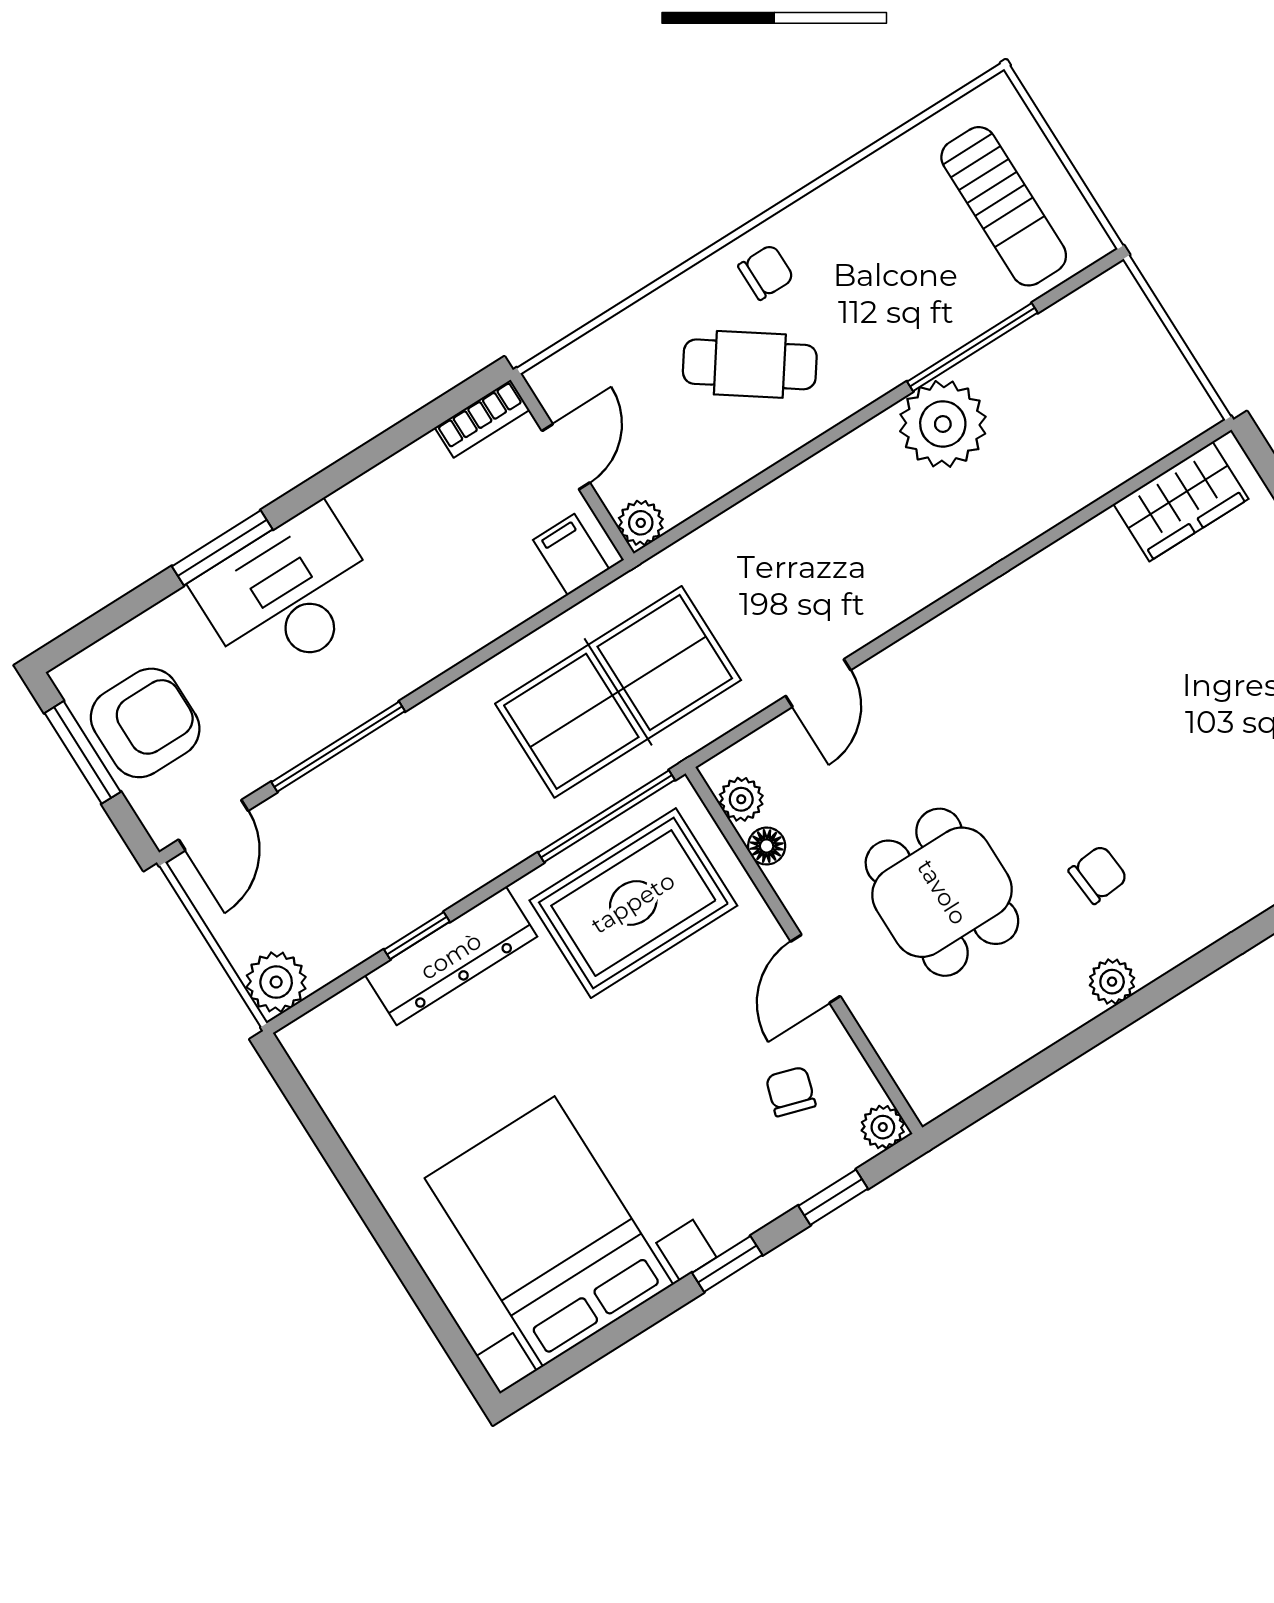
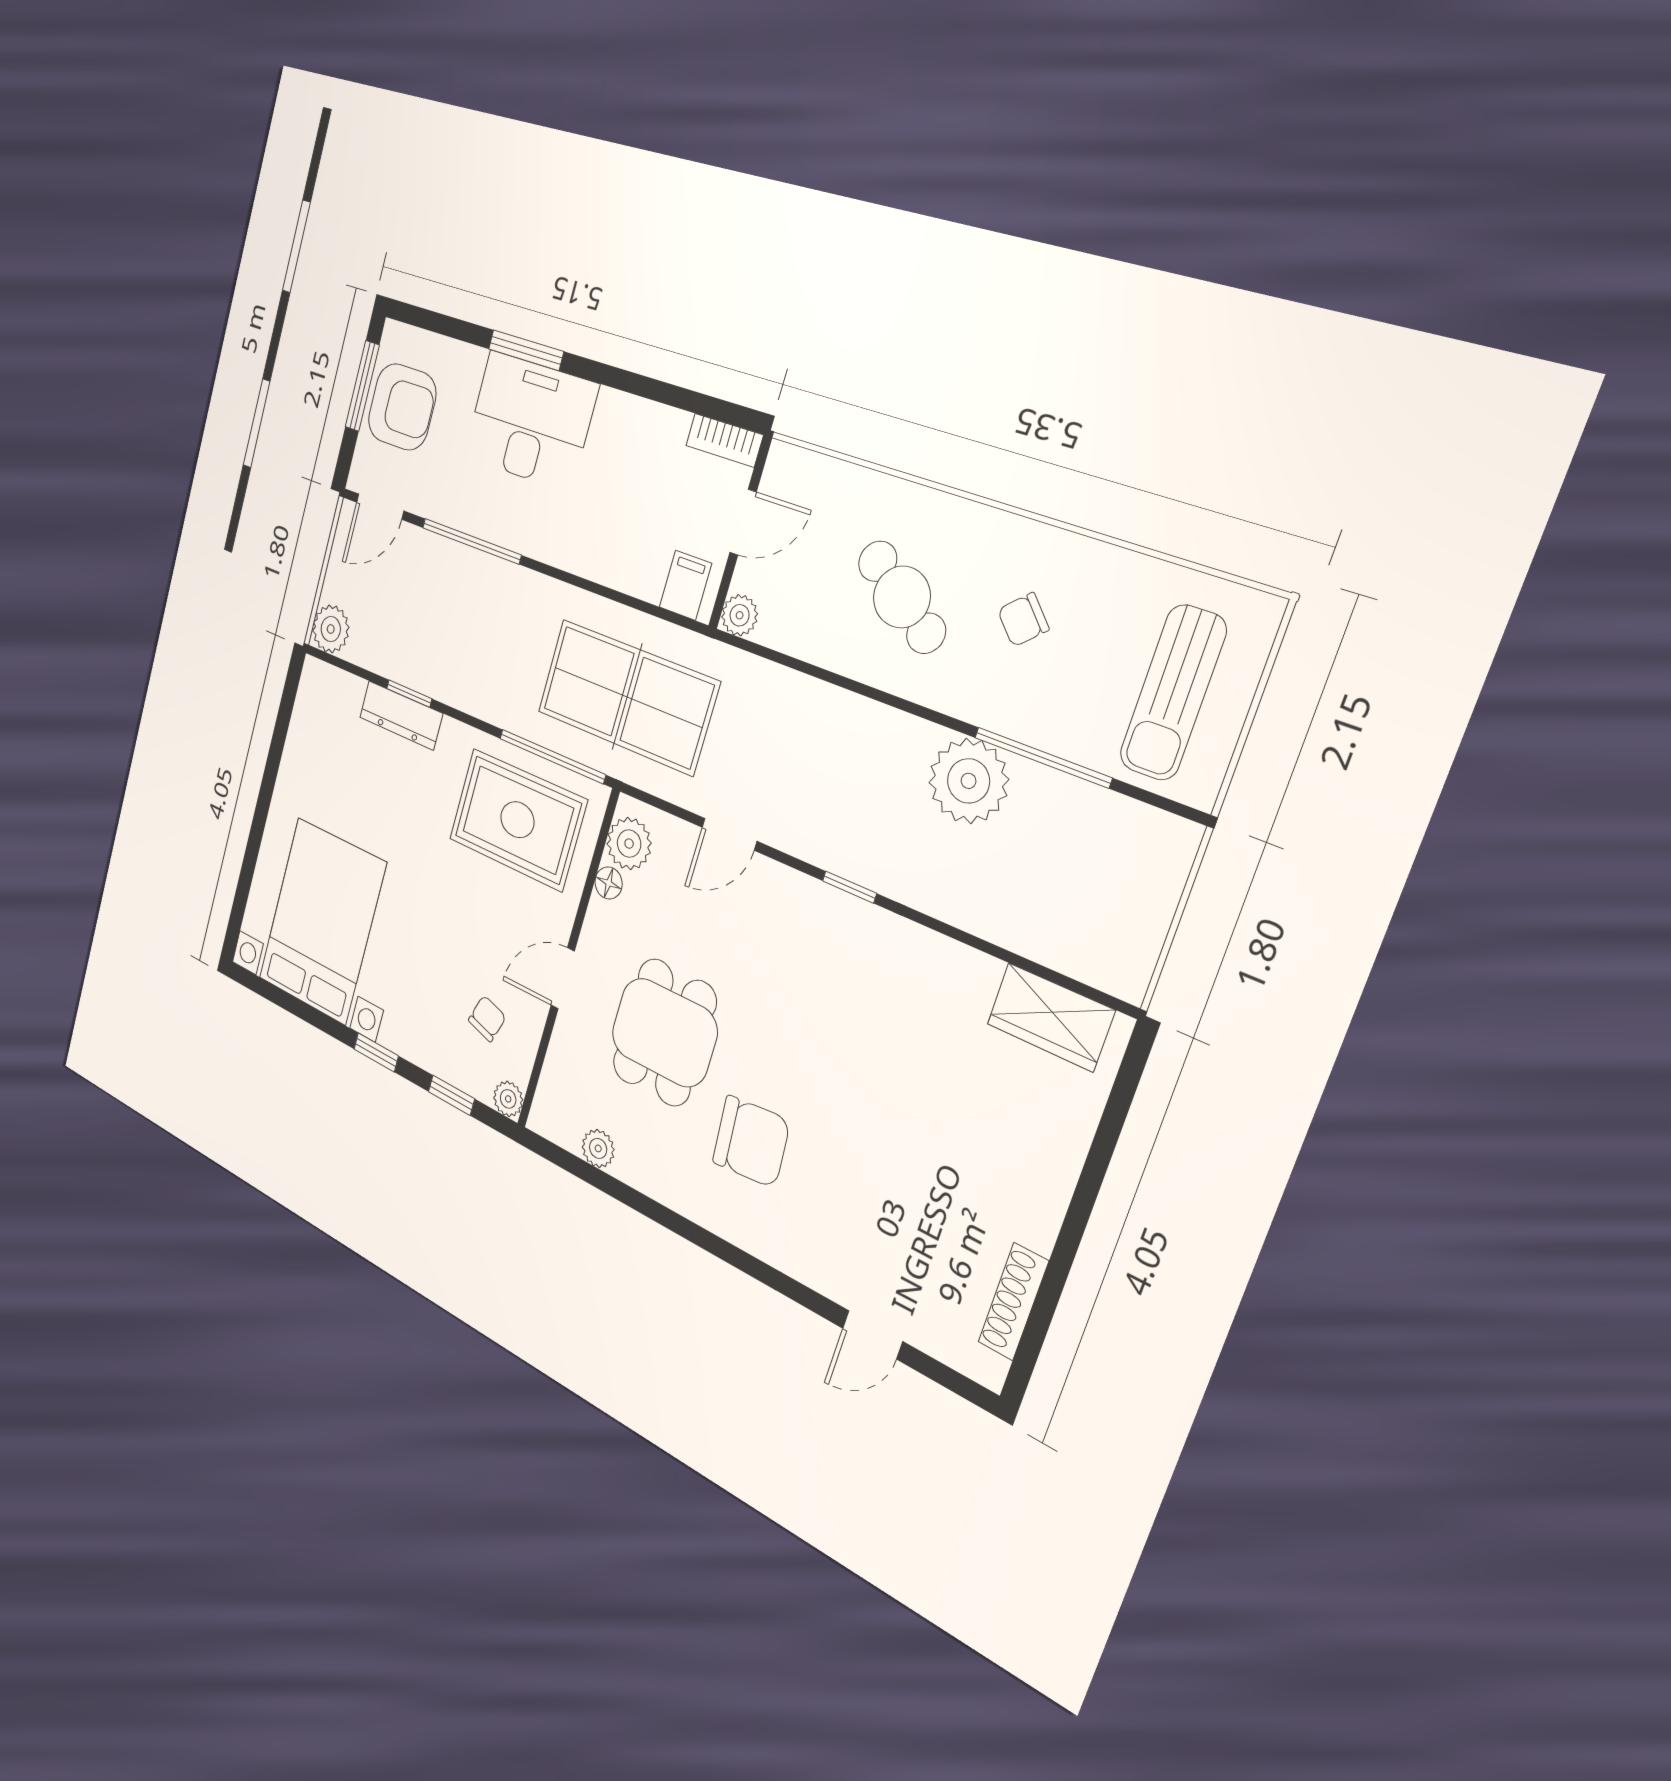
chair: (766, 272) -> (1023, 620), moved, turned 137
window: (949, 601) -> (850, 887), added
plant: (741, 799) -> (629, 844), width x1.38, depth x1.38
chair: (1098, 874) -> (751, 1141), width x1.87, depth x1.87
dresser: (451, 956) -> (401, 715), width x0.73, depth x0.80
plant: (1112, 982) -> (598, 1148), moved

